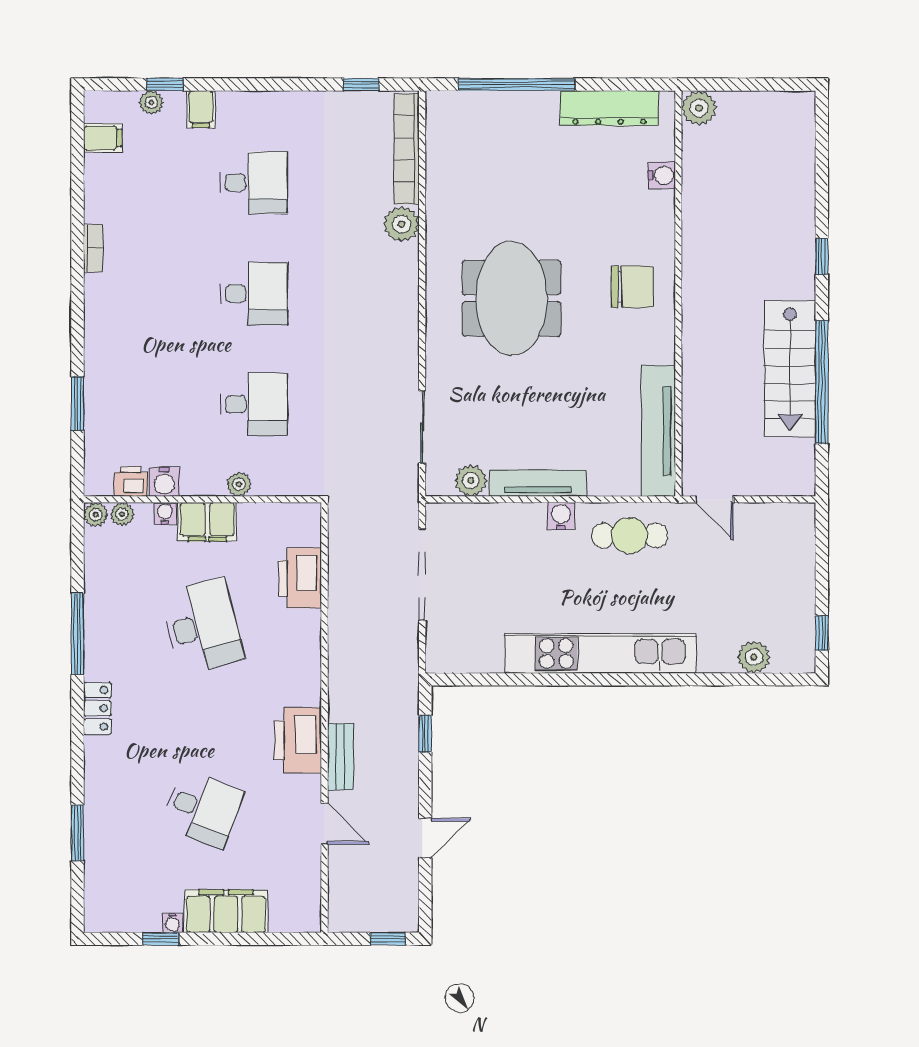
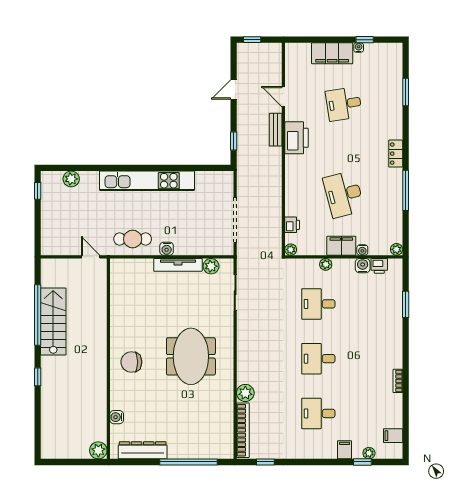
tv unit: (659, 431) -> (118, 291), removed
plant: (122, 514) -> (291, 250), moved
printer: (300, 578) -> (292, 225), width x0.53, depth x0.68
desk: (203, 809) -> (344, 104), turned -30

